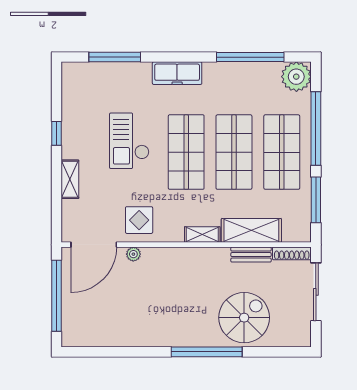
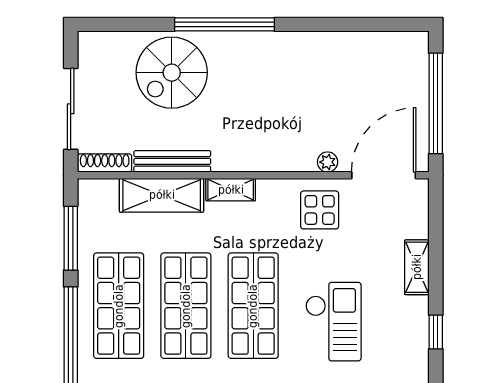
bench: (251, 255) -> (172, 161), width x1.36

